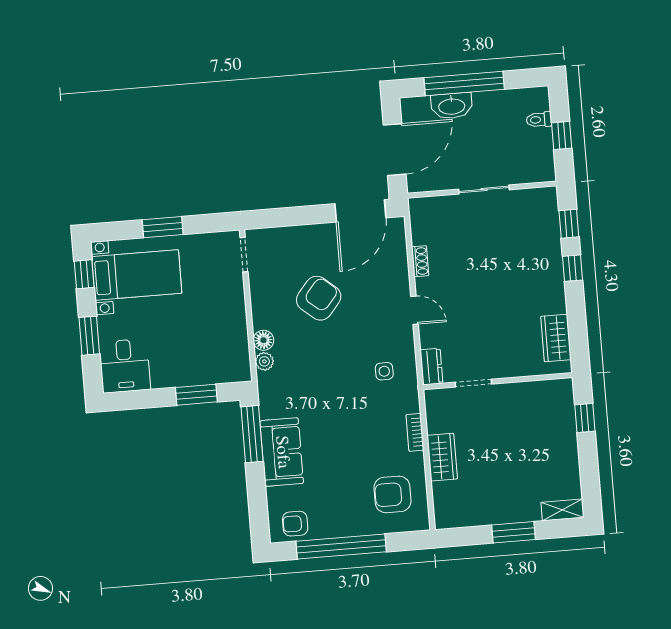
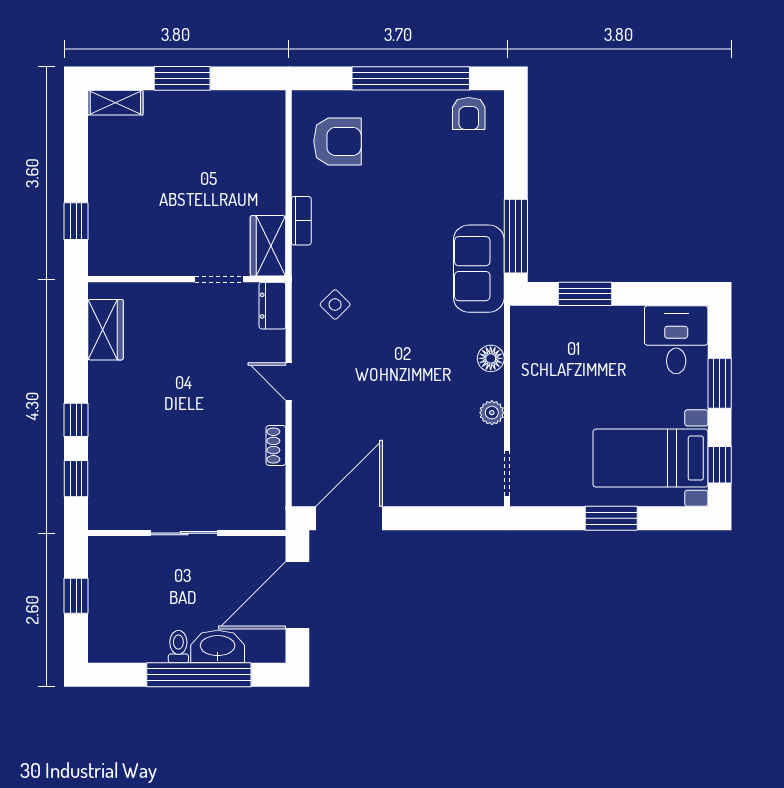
toilet: (539, 120) -> (178, 647), moved, turned -90
armchair: (319, 298) -> (414, 408), removed
plant: (264, 361) -> (492, 413), moved
side table: (384, 371) -> (335, 304), turned 45
sofa: (282, 452) -> (479, 269), moved
wardrobe: (442, 457) -> (268, 246), moved
armchair: (295, 524) -> (469, 114), turned 90

